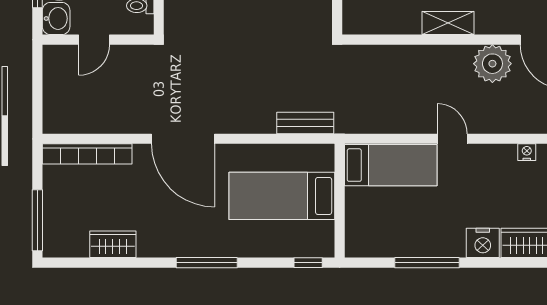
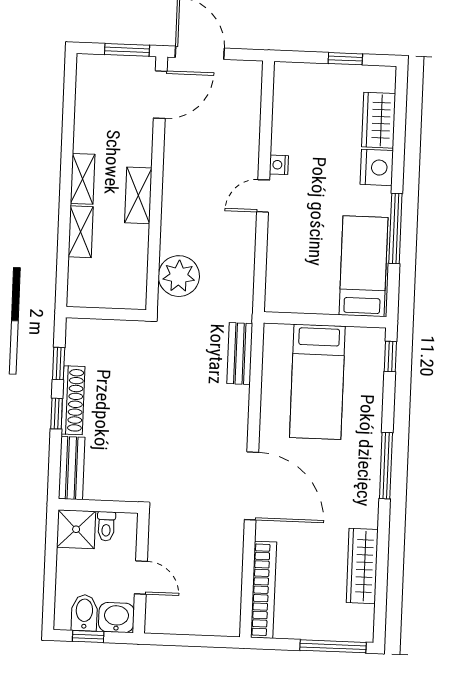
plant: (492, 64) -> (179, 276), moved
door: (183, 139) -> (251, 486), hinge flipped
nightstand: (527, 152) -> (279, 165), moved
bed: (391, 165) -> (363, 266), moved
wardrobe: (113, 244) -> (362, 566), width x1.50

